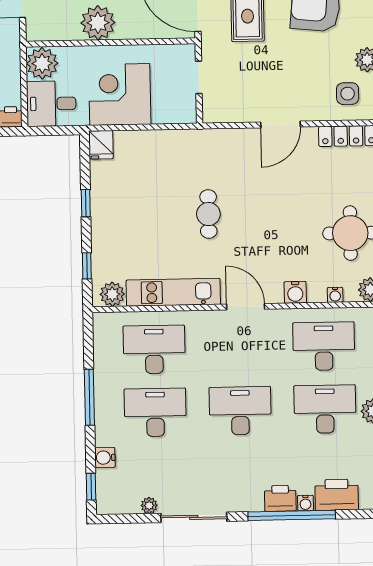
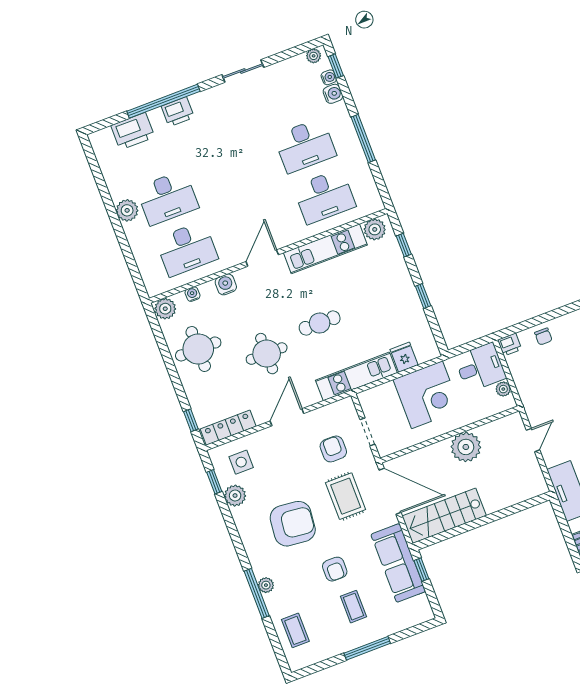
plant: (42, 63) -> (503, 389), width x0.53, depth x0.53
armchair: (243, 72) -> (333, 449), added
kitchen unit: (189, 142) -> (356, 376), added
fridge: (101, 145) -> (404, 357), moved
round table: (278, 201) -> (267, 354), added
cafe table: (208, 214) -> (320, 323), turned 90
door: (246, 307) -> (262, 258), swing flipped
desk: (240, 411) -> (236, 172), removed
water cooler: (305, 503) -> (329, 77), moved, turned 90
plant: (149, 505) -> (314, 56), moved
sliding door: (194, 517) -> (243, 71), width x0.73

